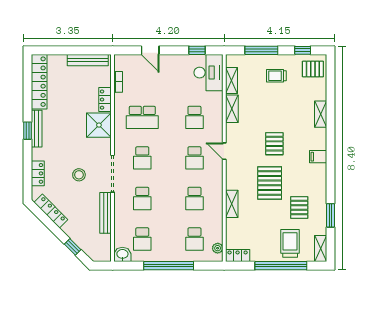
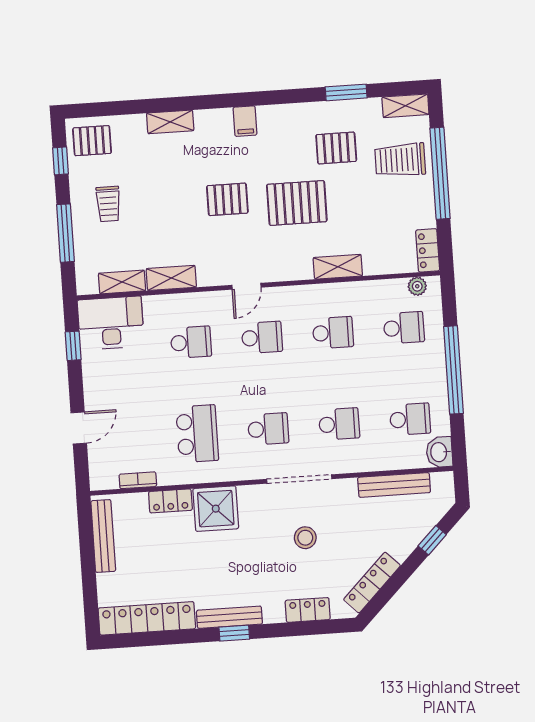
pallet: (313, 69) -> (92, 141), turned 90
bench: (106, 213) -> (394, 485), moved

